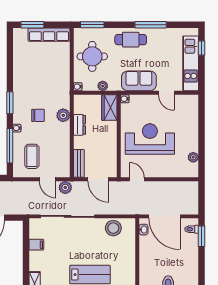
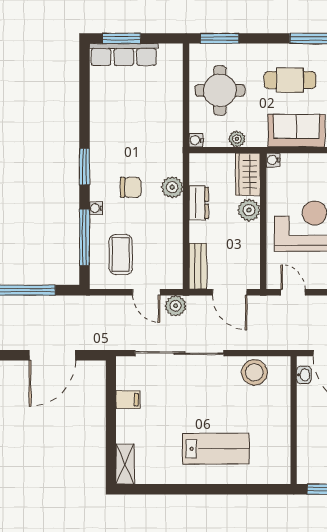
row of seats: (49, 35) -> (124, 55), moved
cafe table: (131, 40) -> (290, 80), moved
plant: (110, 129) -> (249, 210), added

